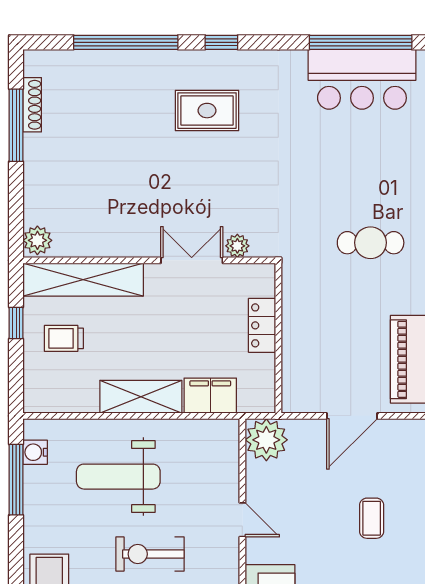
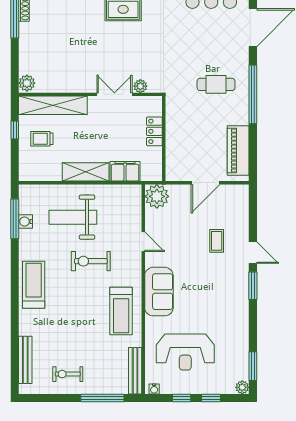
water cooler: (35, 452) -> (26, 222), moved

